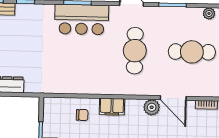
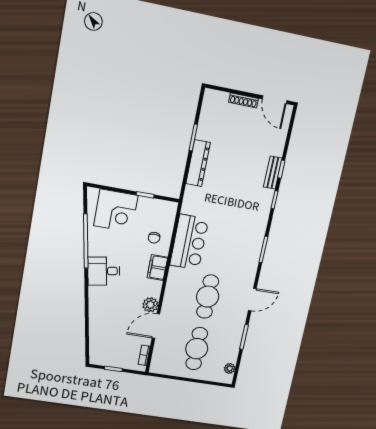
bar counter: (82, 20) -> (189, 242), moved, turned 180
cafe table: (135, 51) -> (208, 297), turned 90

